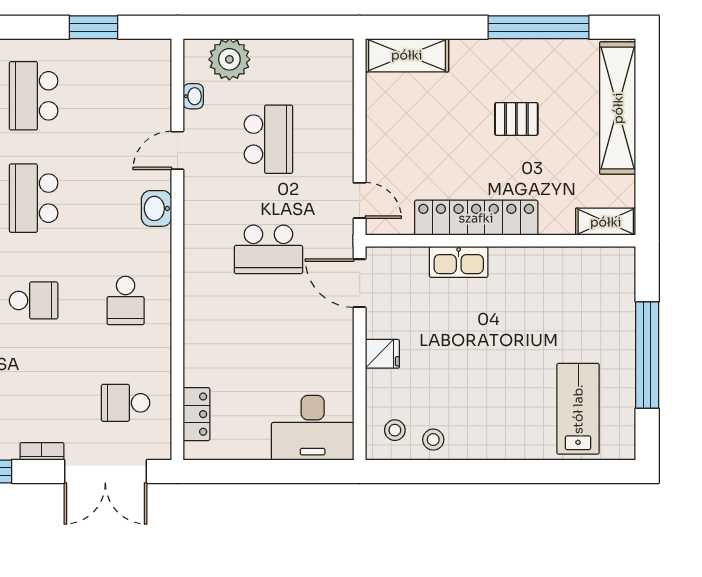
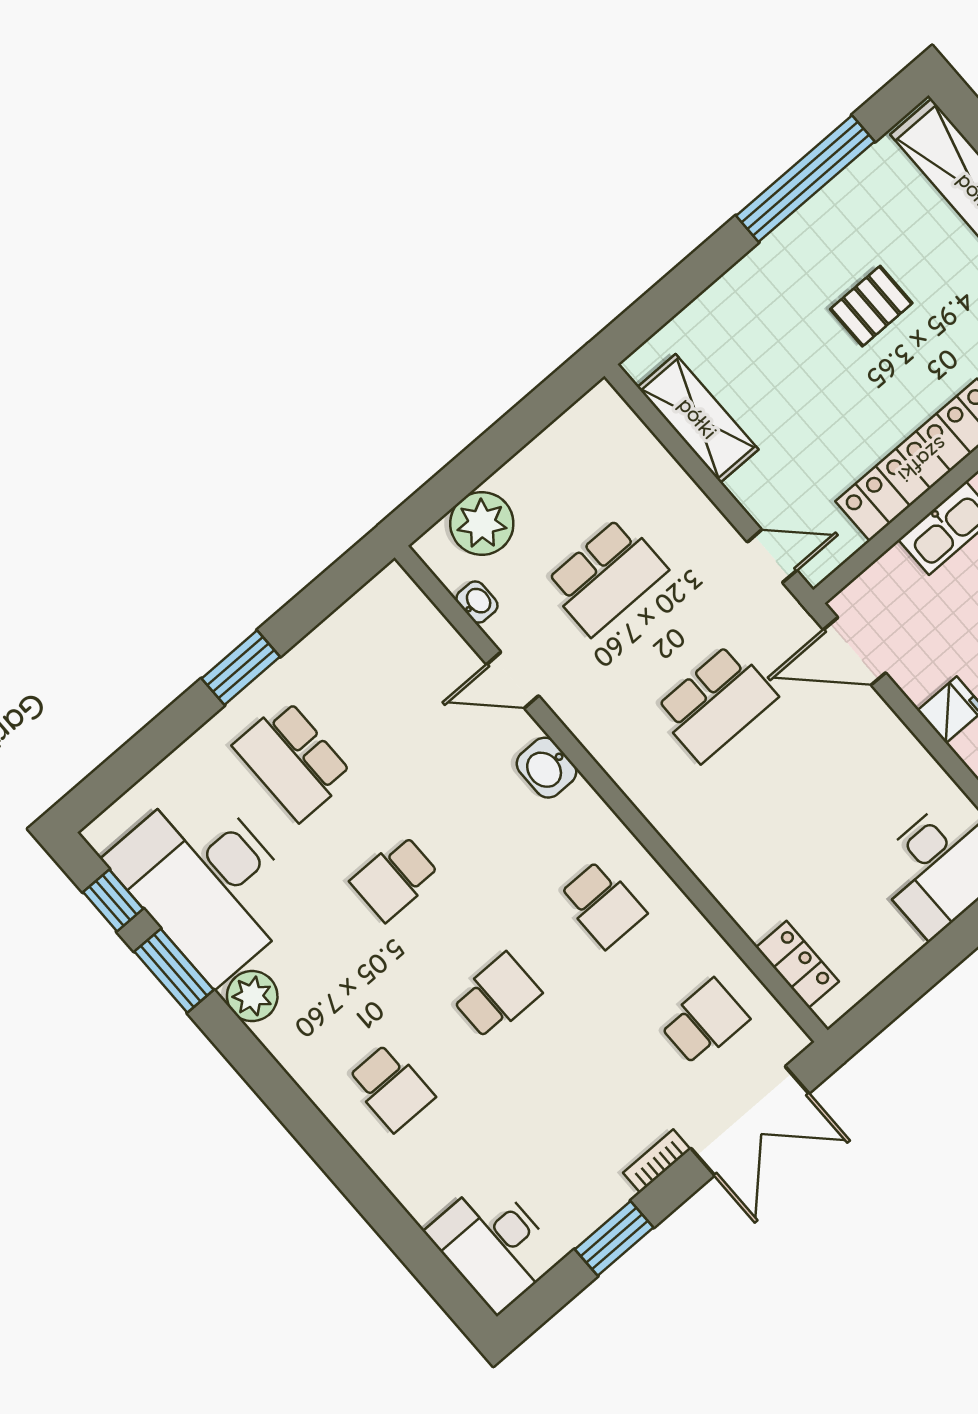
window: (94, 27) -> (241, 668), moved
shelving: (407, 55) -> (698, 418), moved, turned 90
school desk: (268, 139) -> (606, 576), turned 90
door: (177, 150) -> (513, 680), hinge flipped
school desk: (34, 198) -> (395, 878), width x0.54
school desk: (126, 403) -> (705, 1022), turned 180

